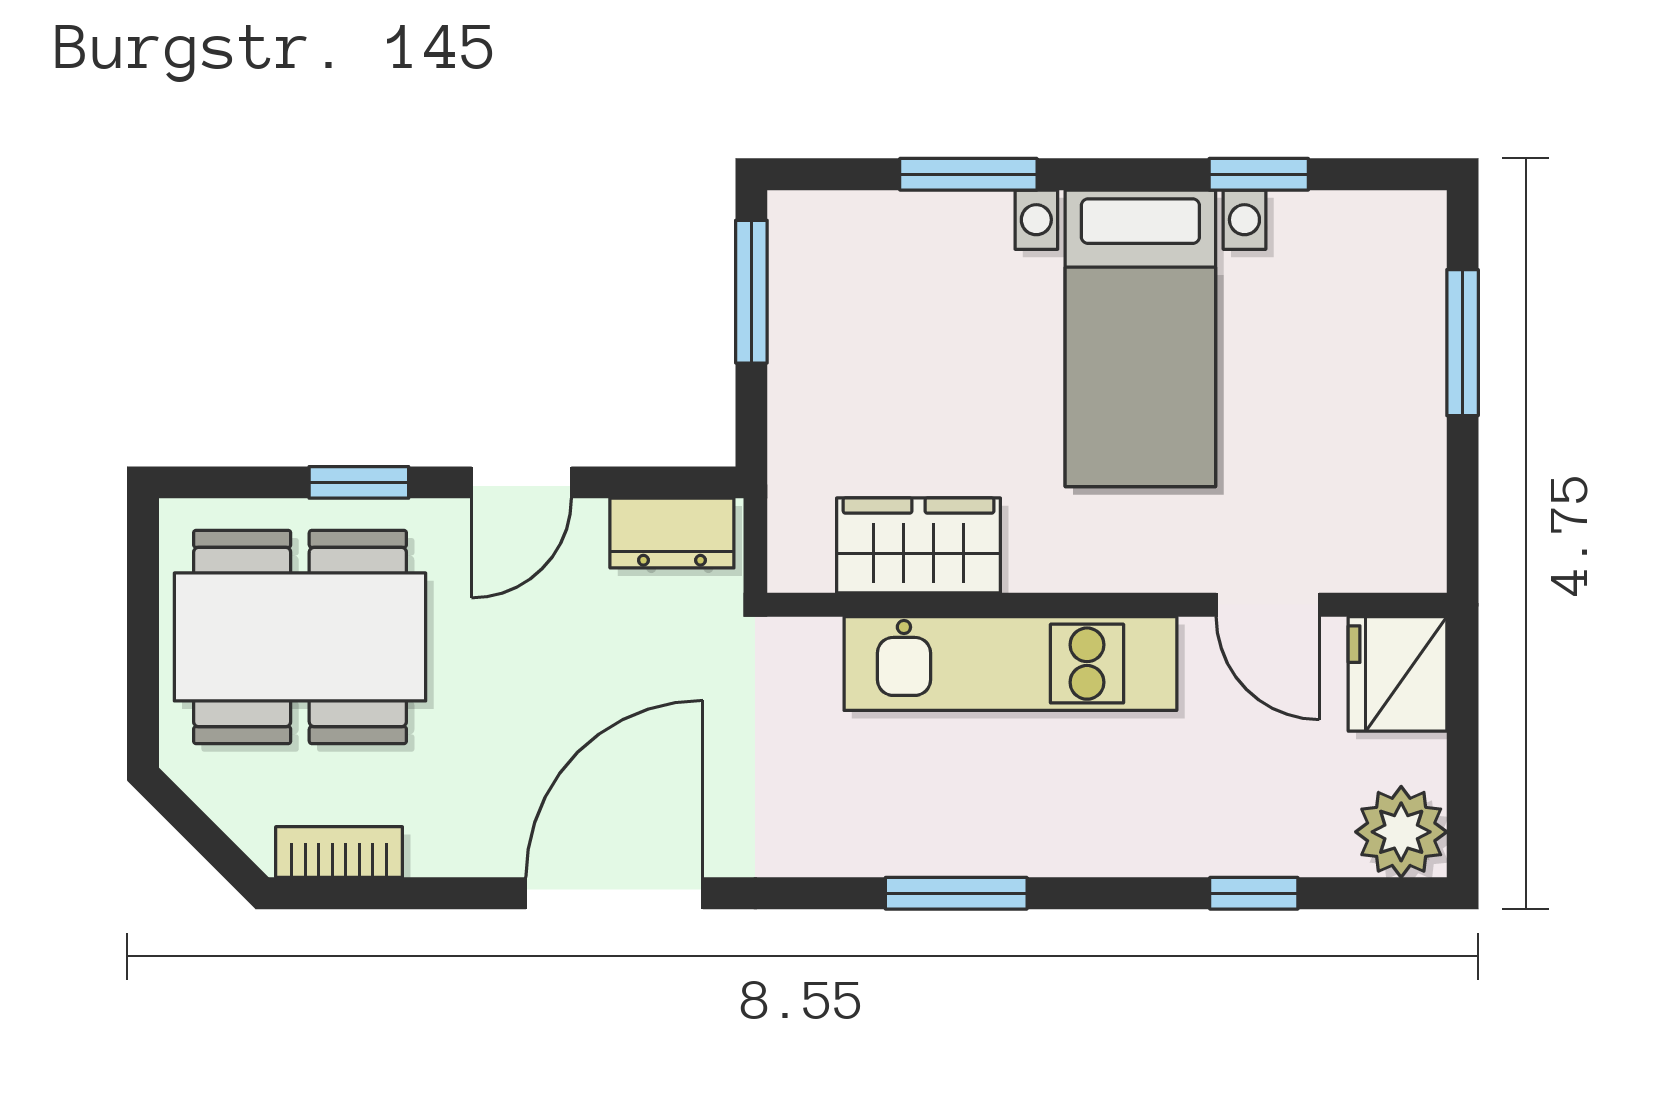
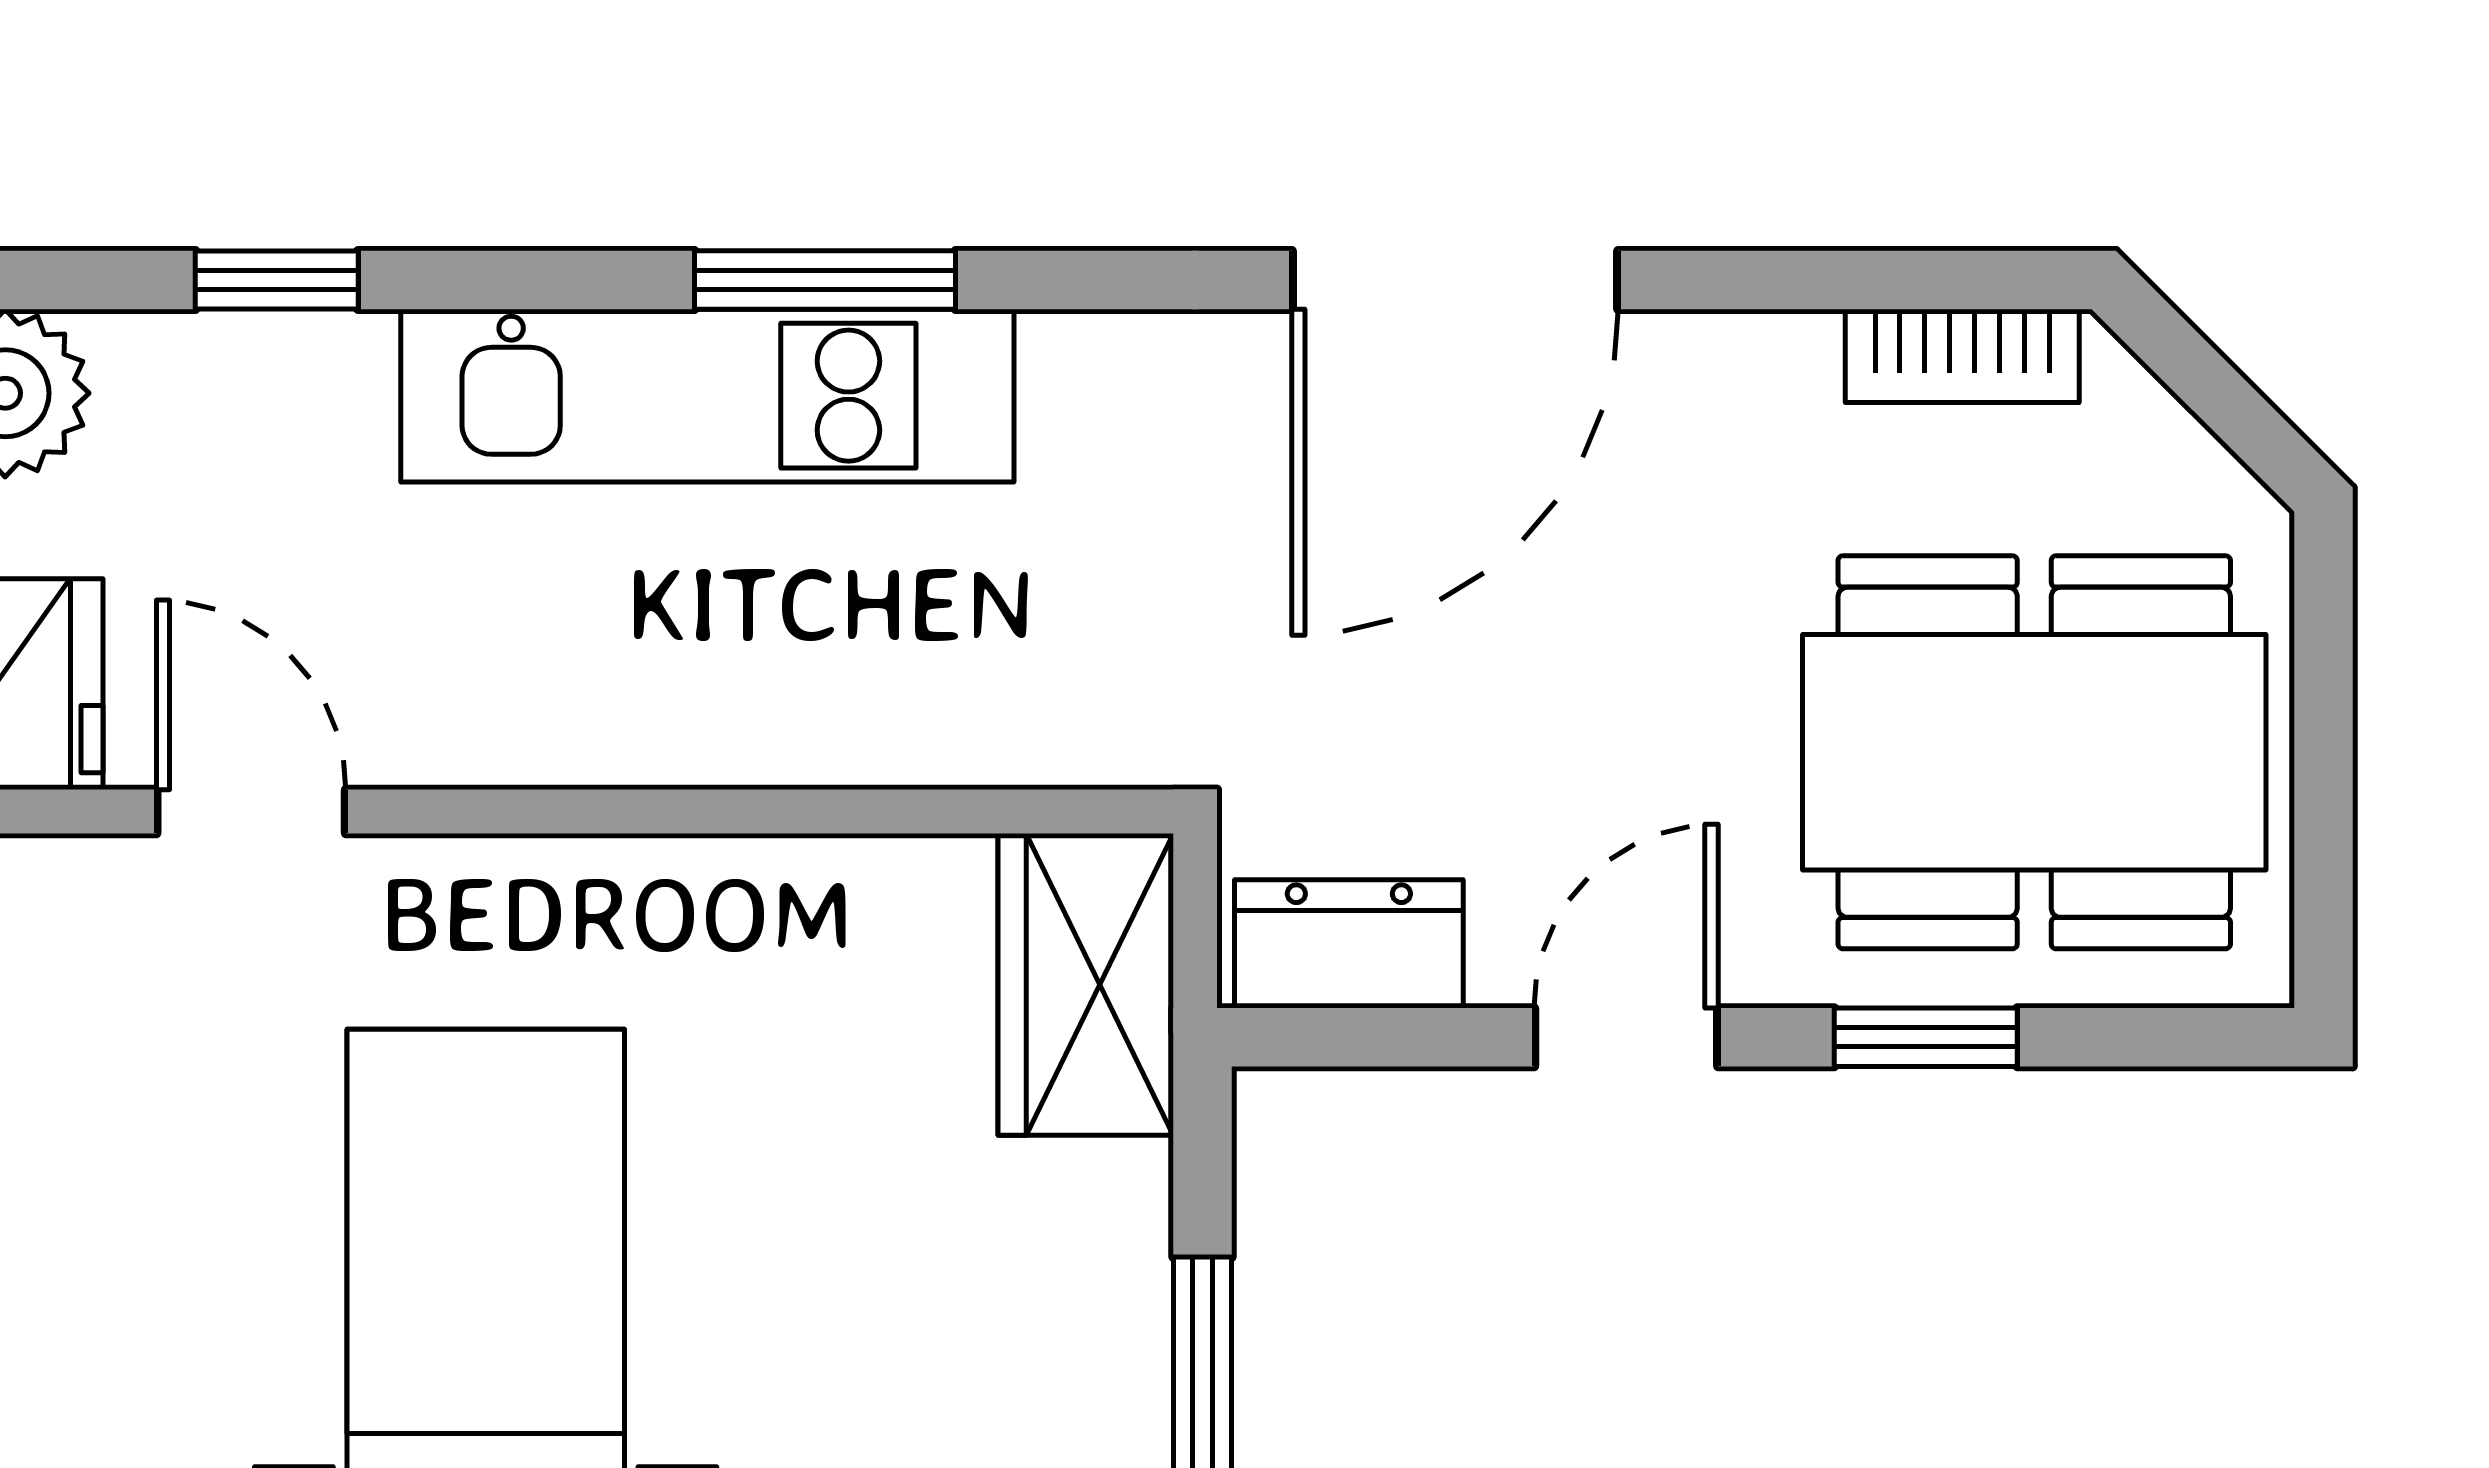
wardrobe: (919, 545) -> (1086, 984), moved, turned 90
kitchen unit: (1010, 664) -> (707, 396), moved, turned 180

